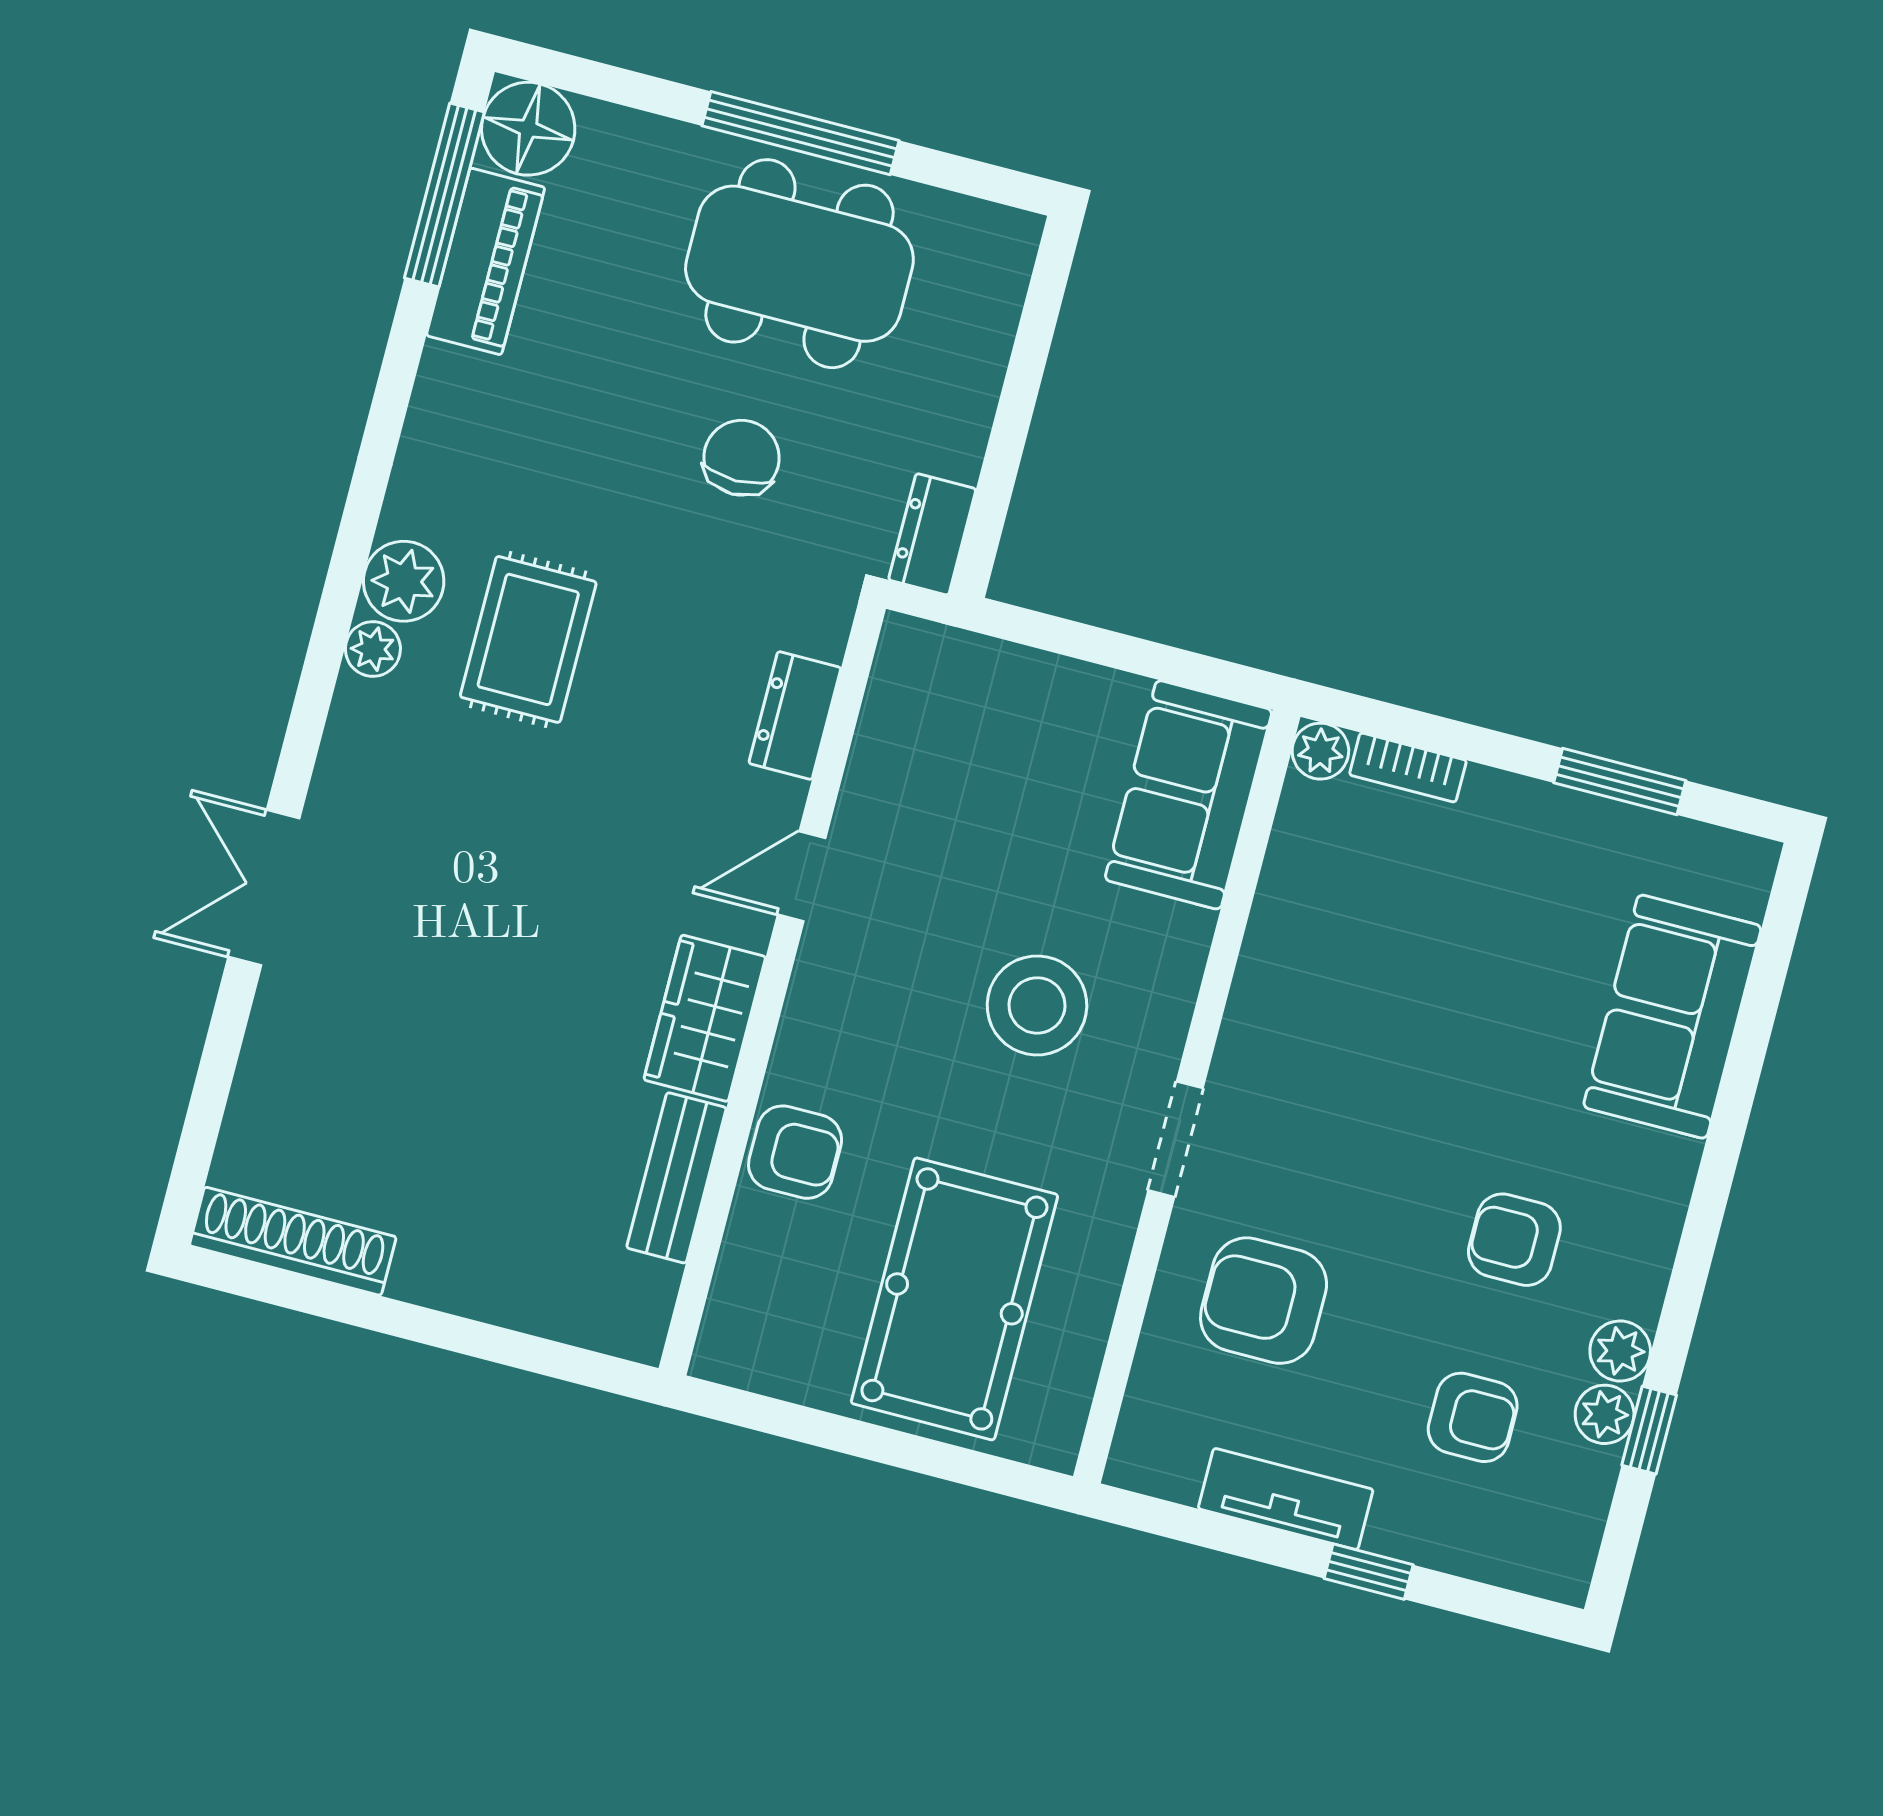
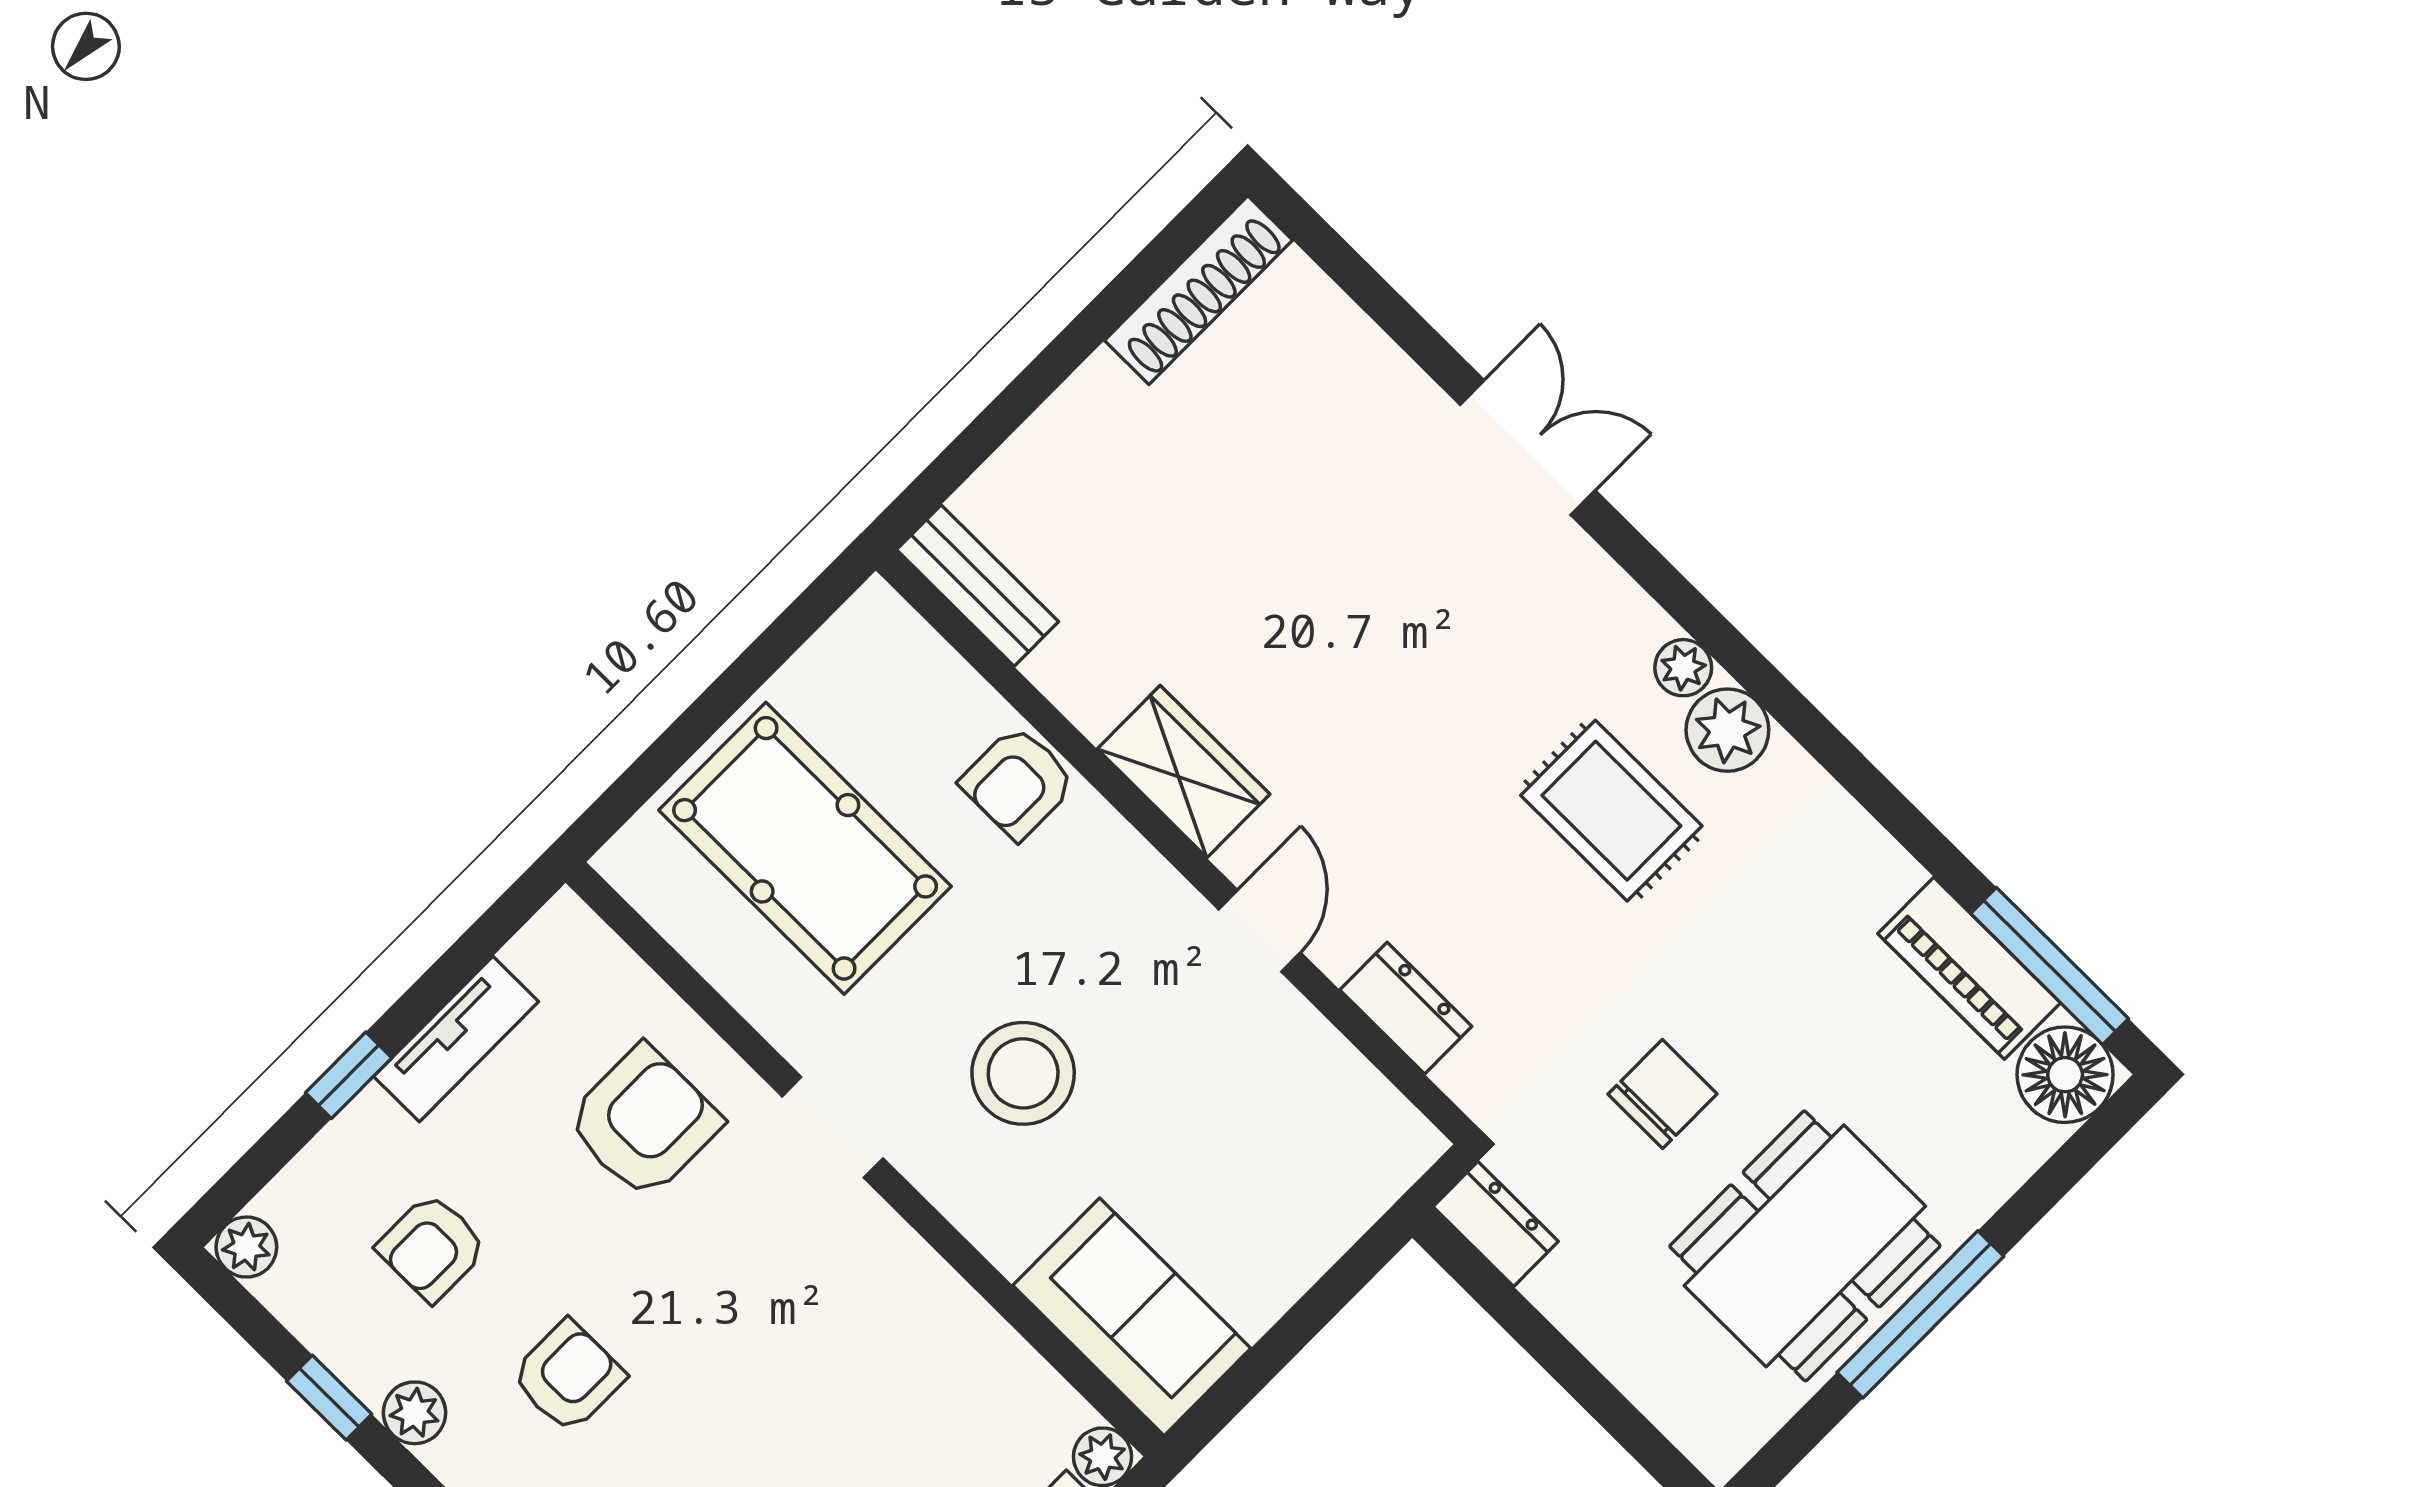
chair: (741, 458) -> (1663, 1094), turned -90
bench: (676, 1178) -> (978, 586), moved
plant: (1605, 1414) -> (246, 1247), moved

